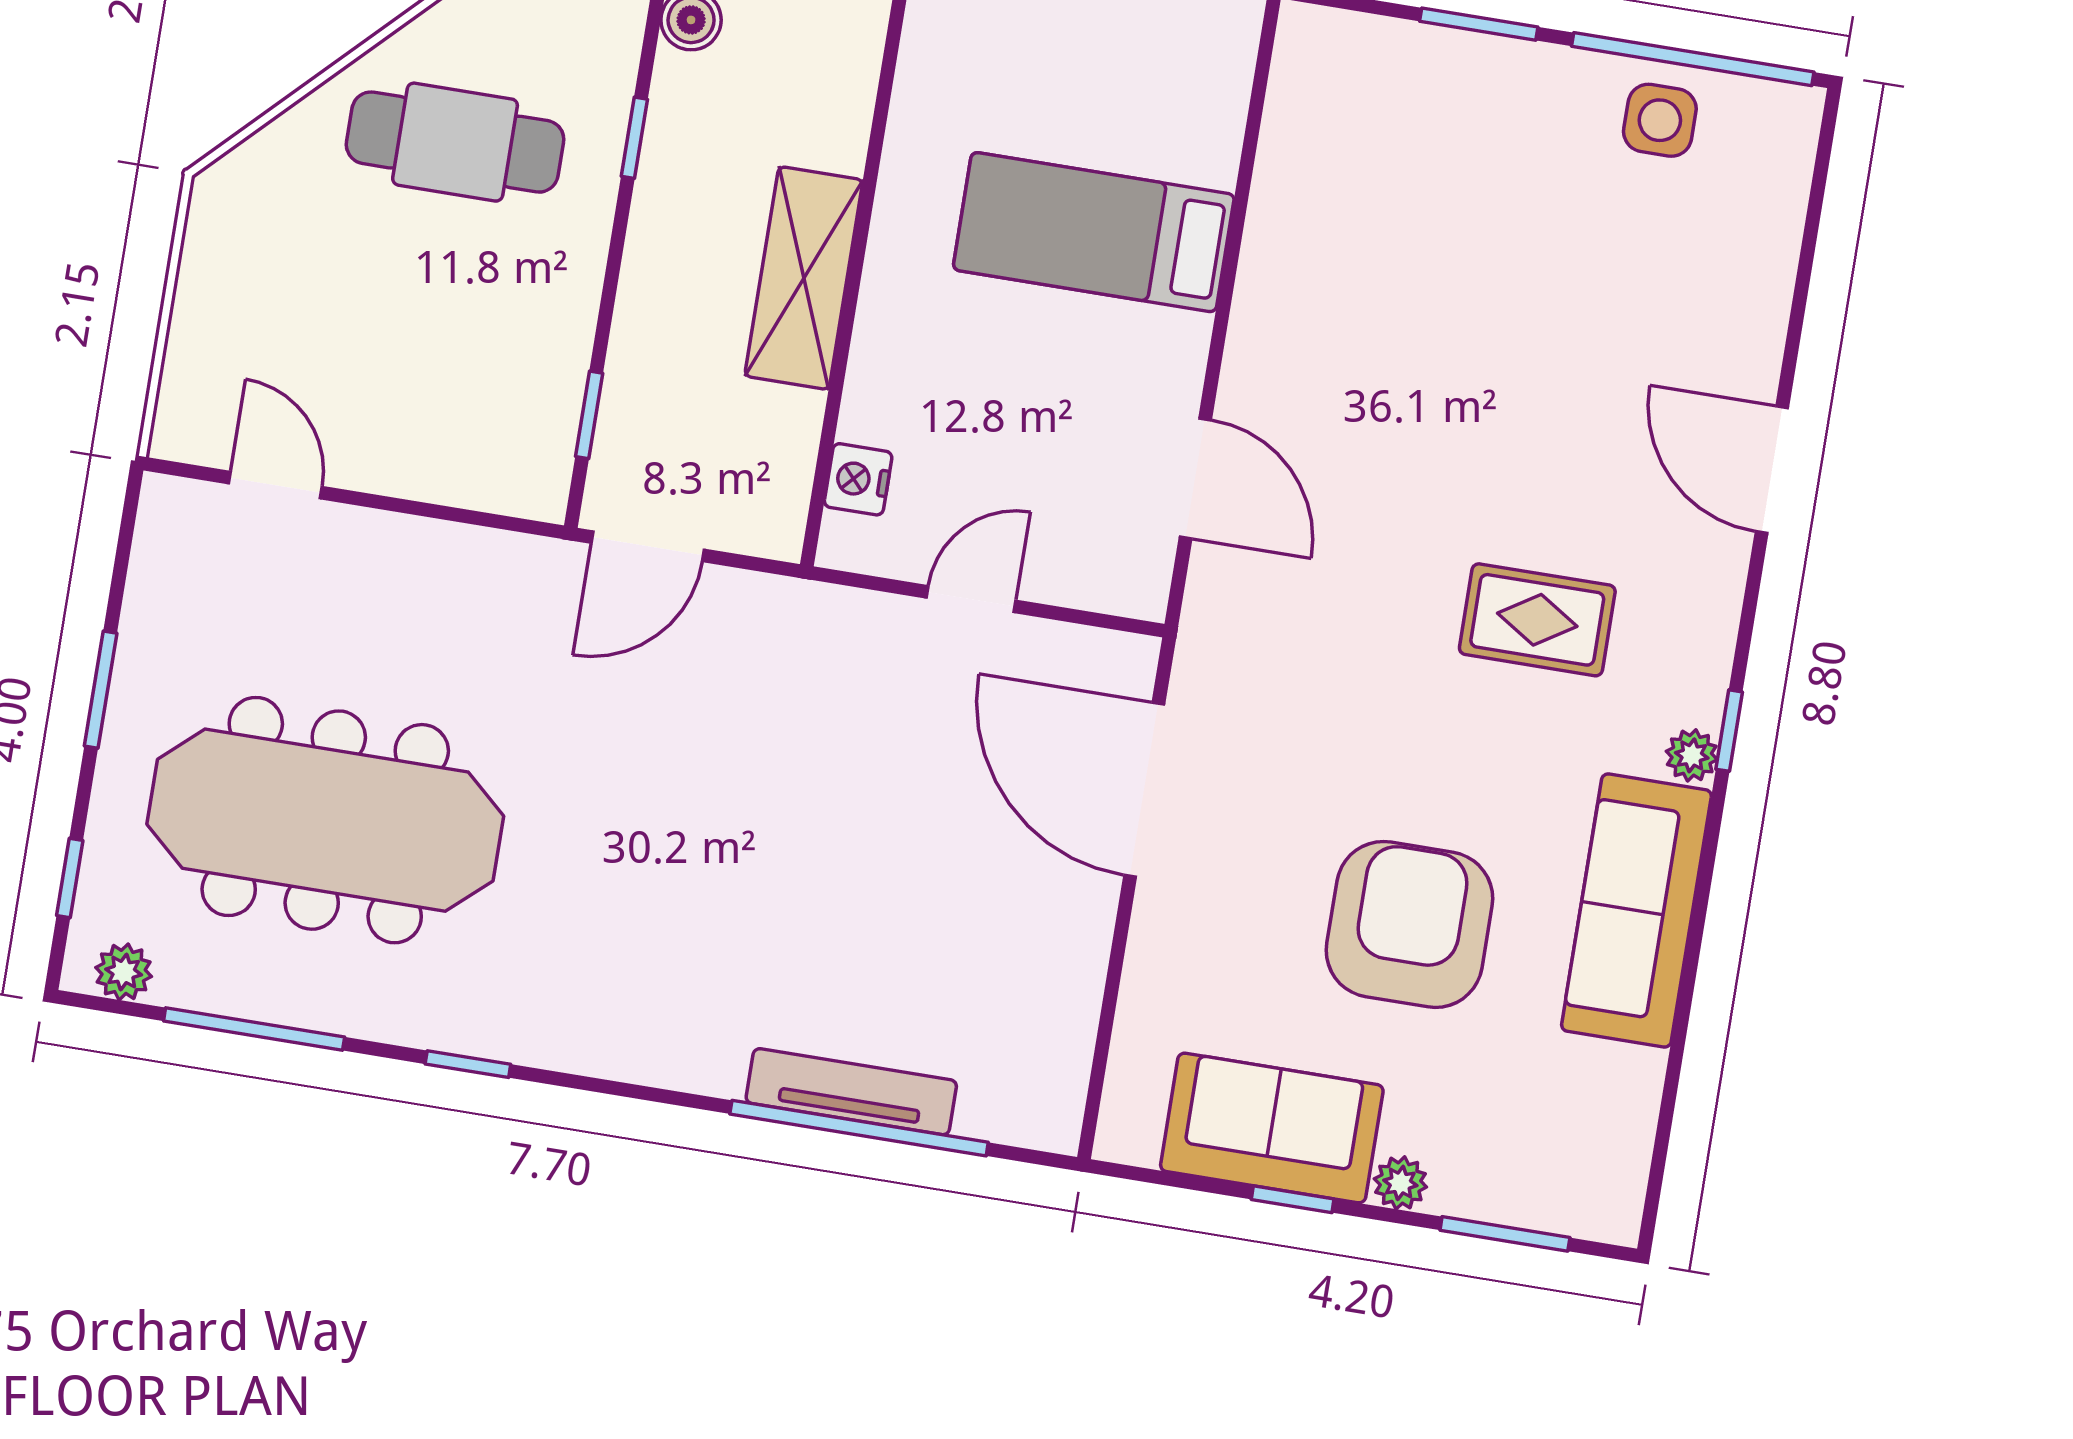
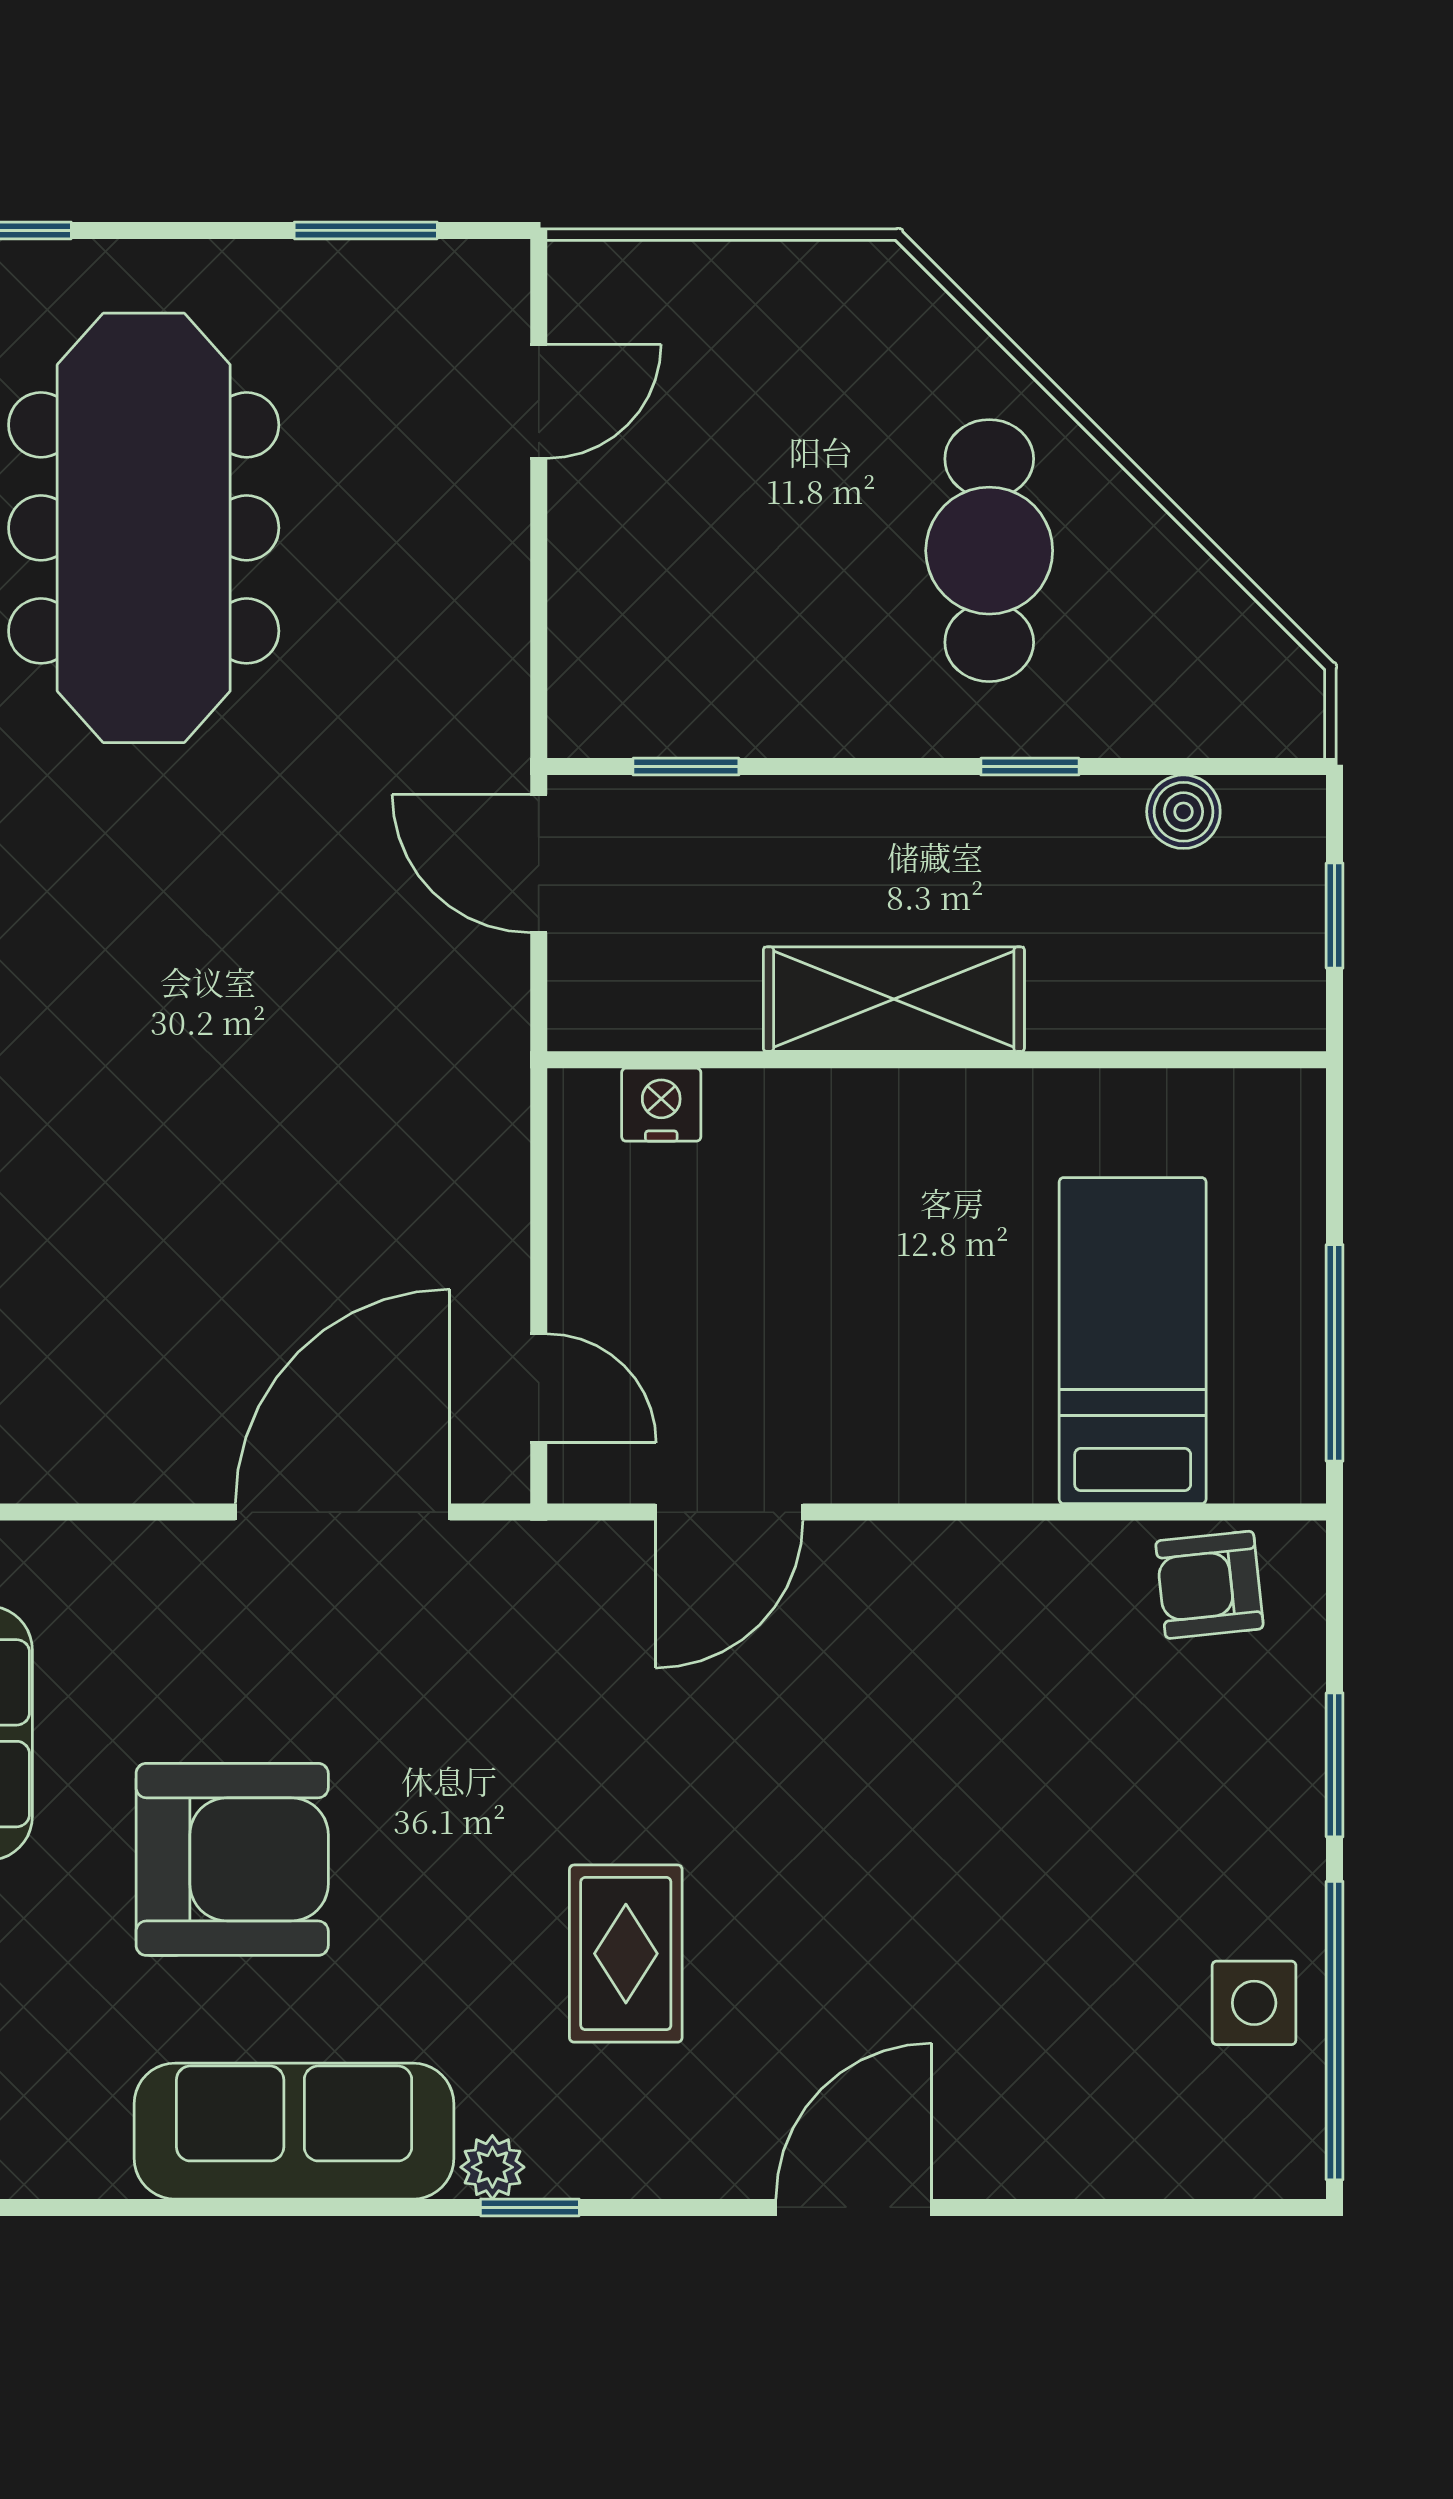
armchair: (1317, 101) -> (1209, 1585), added
bed: (1094, 232) -> (1133, 1341), moved
door: (971, 599) -> (539, 1388), moved
window: (101, 690) -> (366, 230), moved

